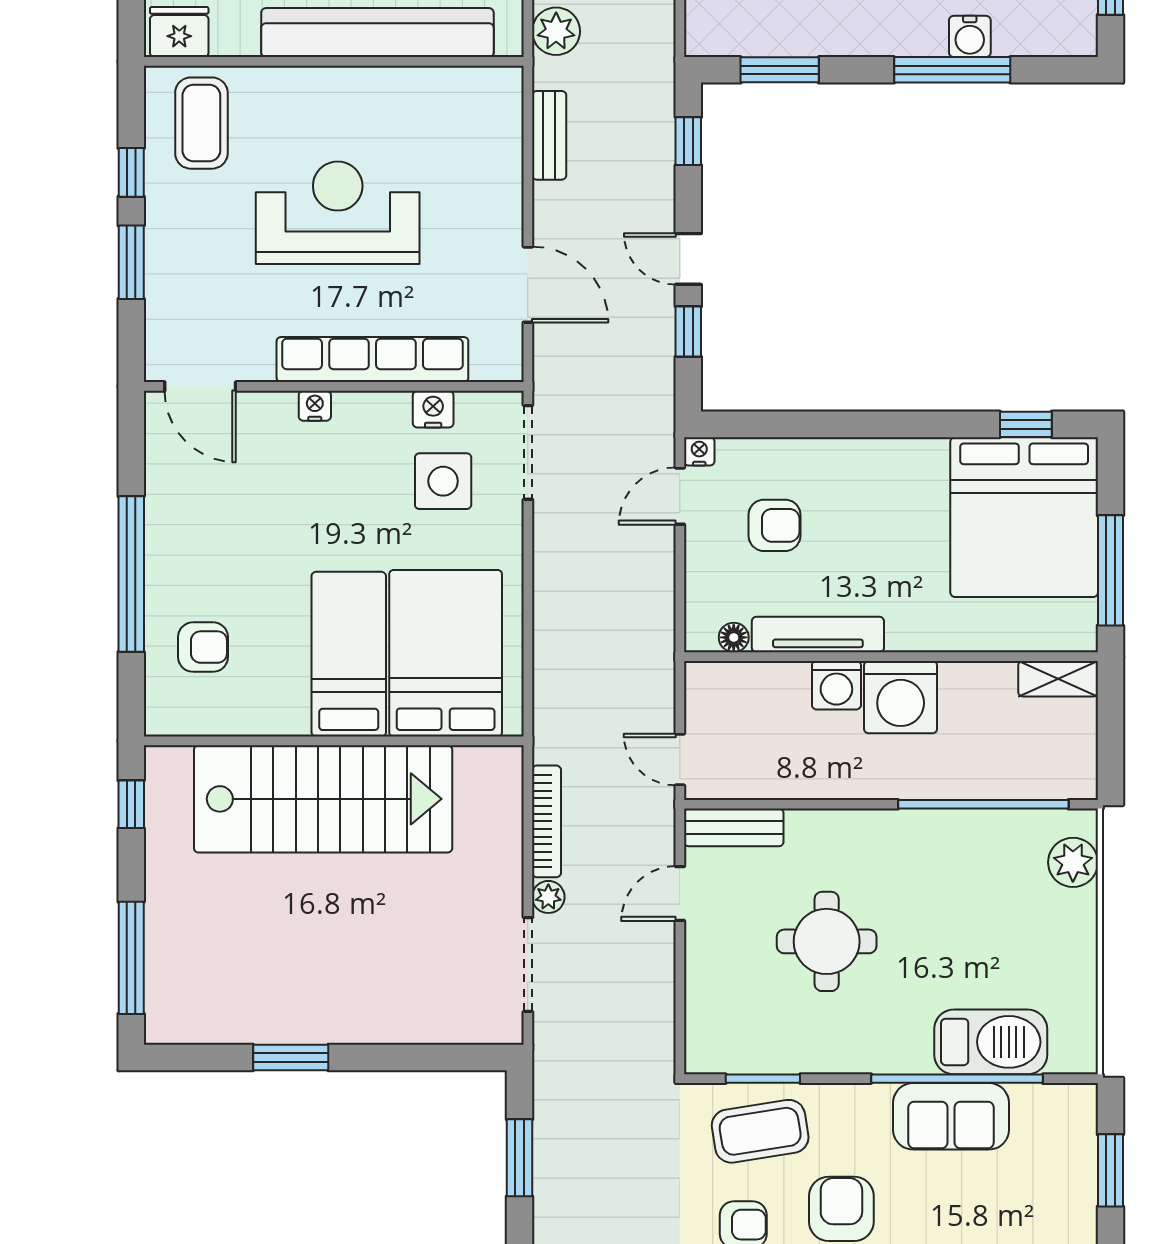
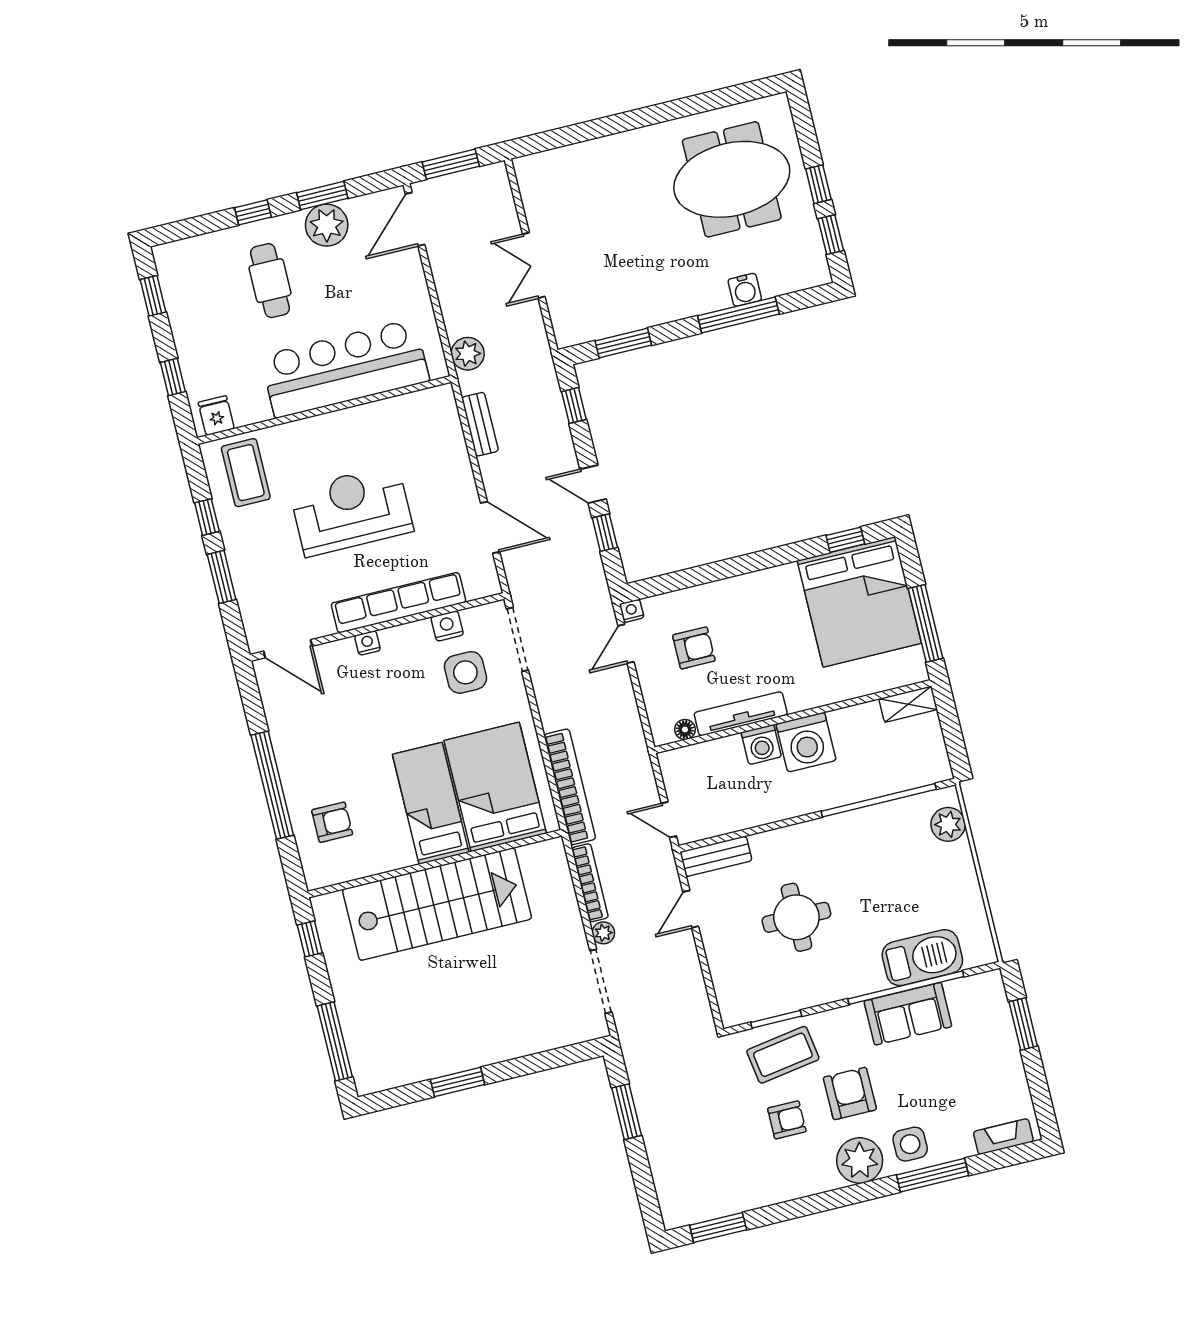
fridge: (179, 32) -> (216, 415), width x0.72
bookcase: (551, 679) -> (570, 787), added

